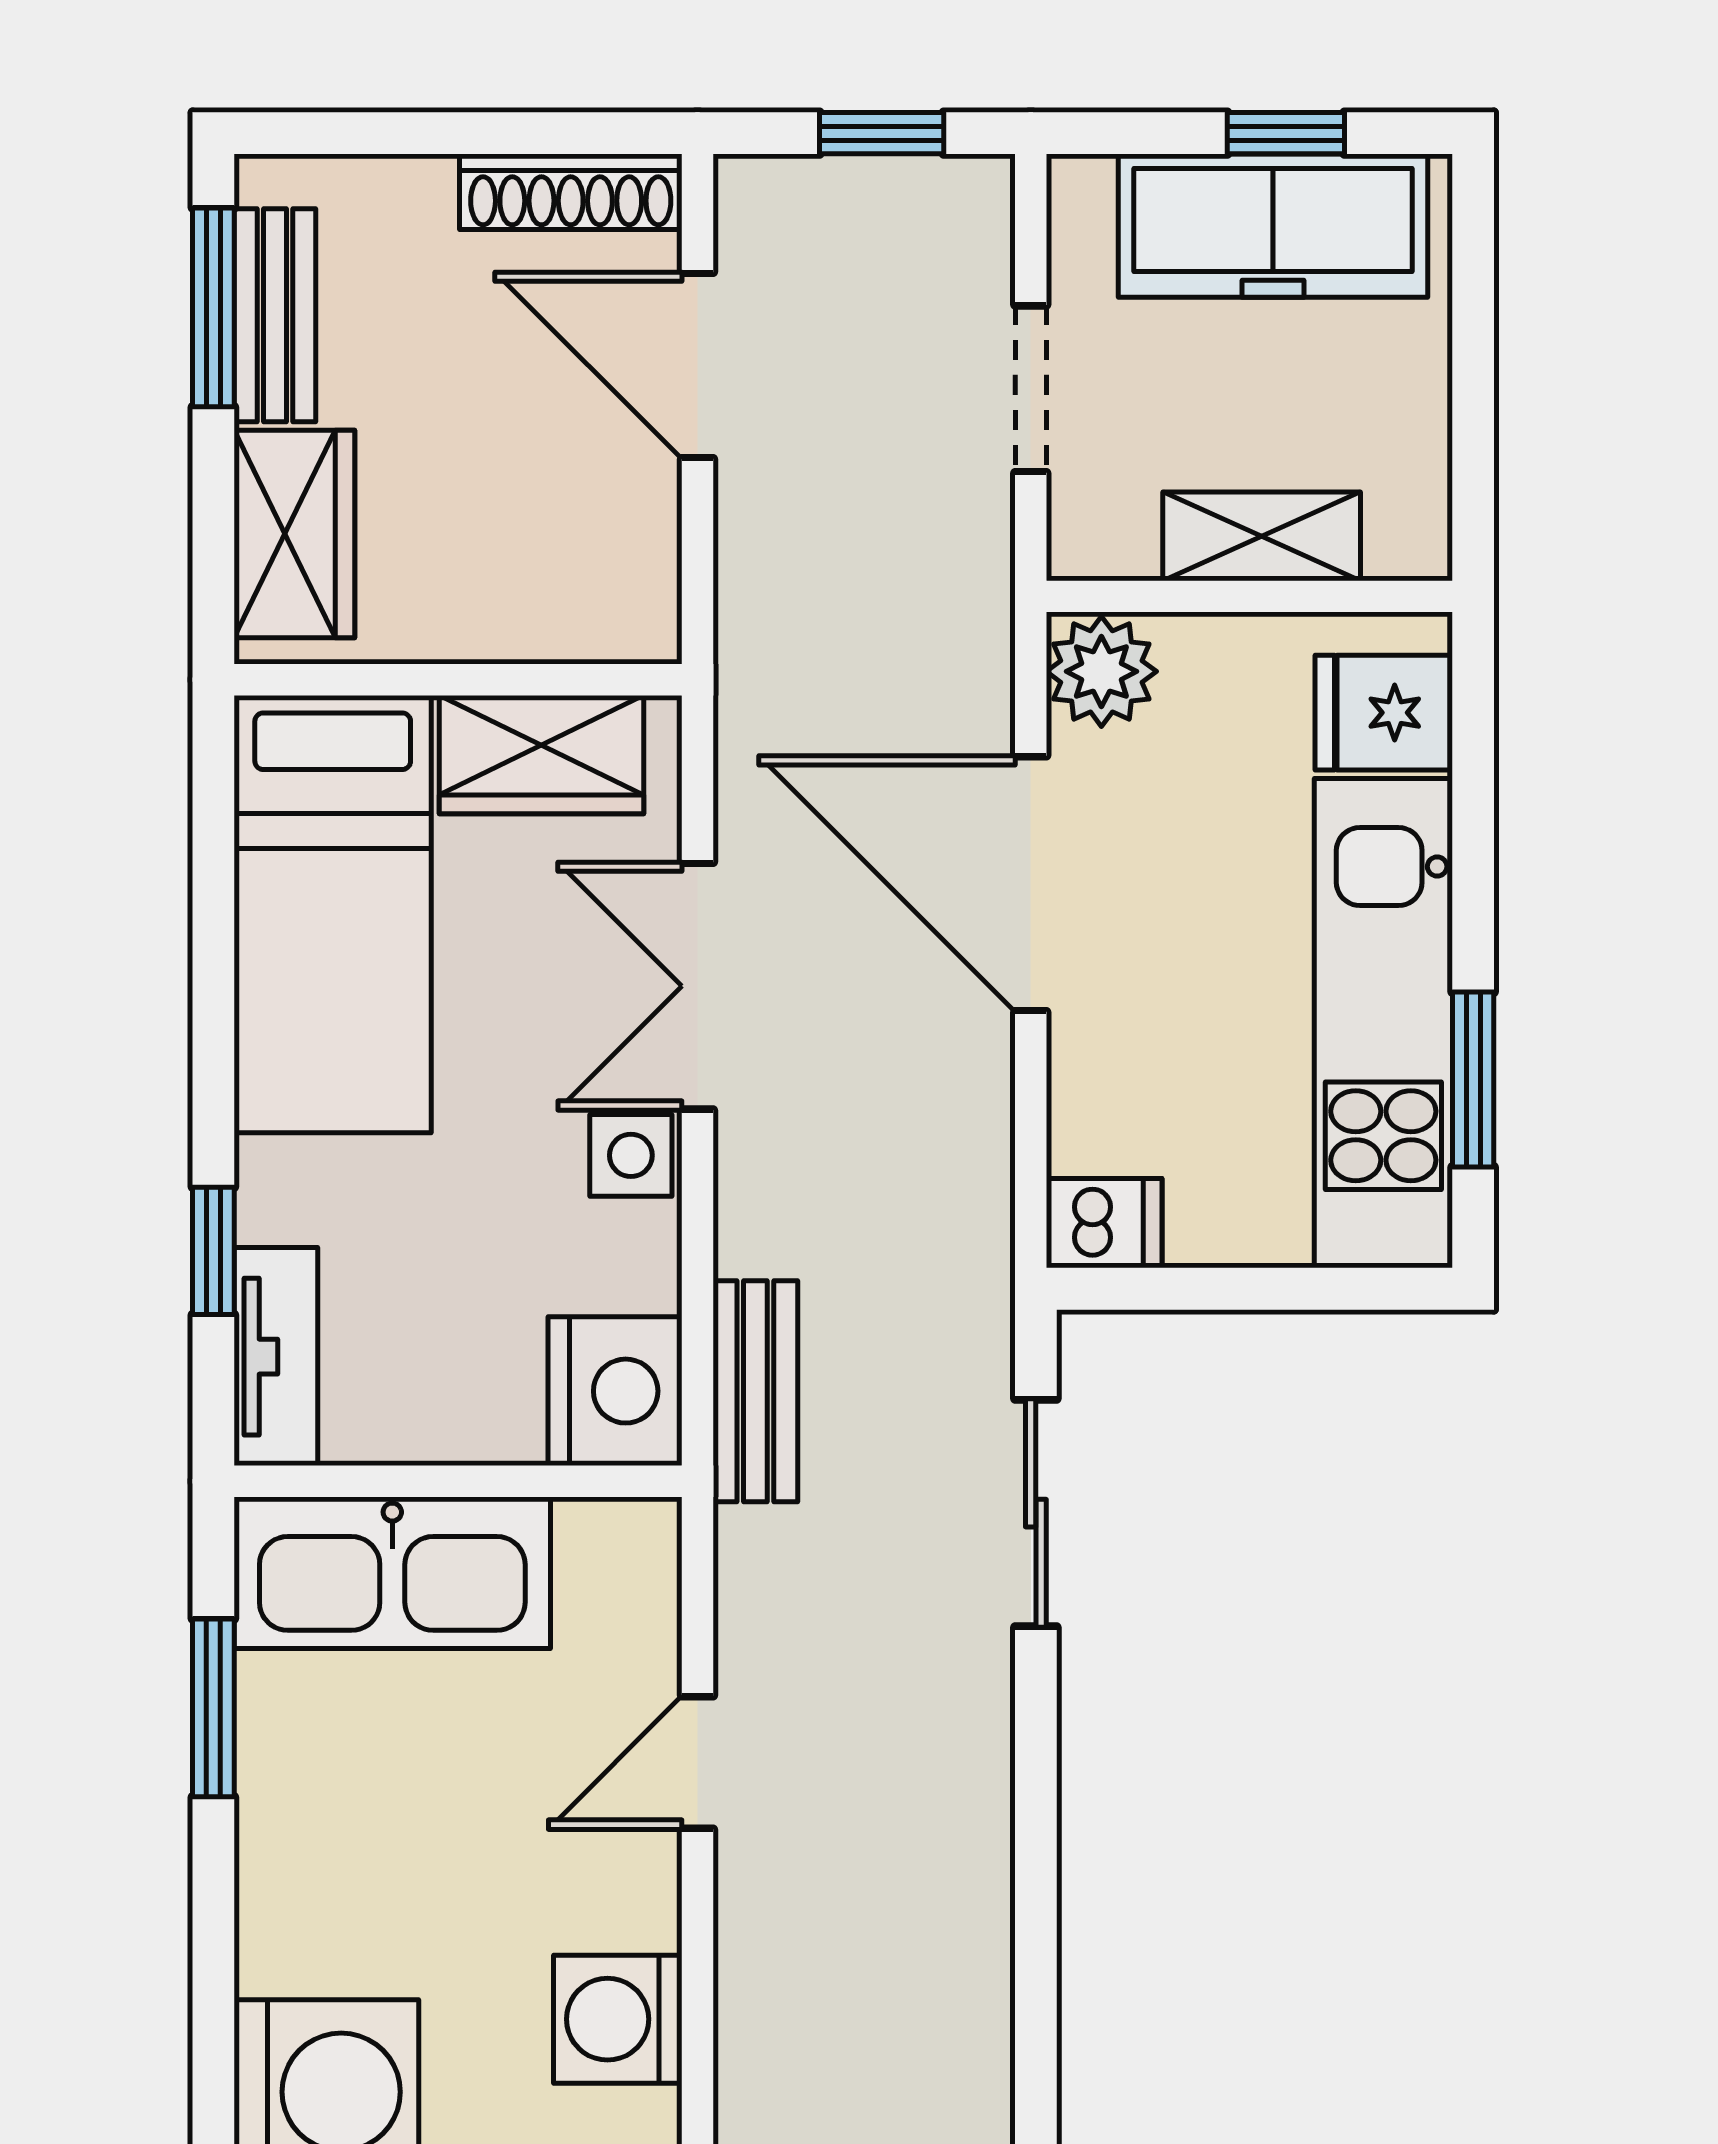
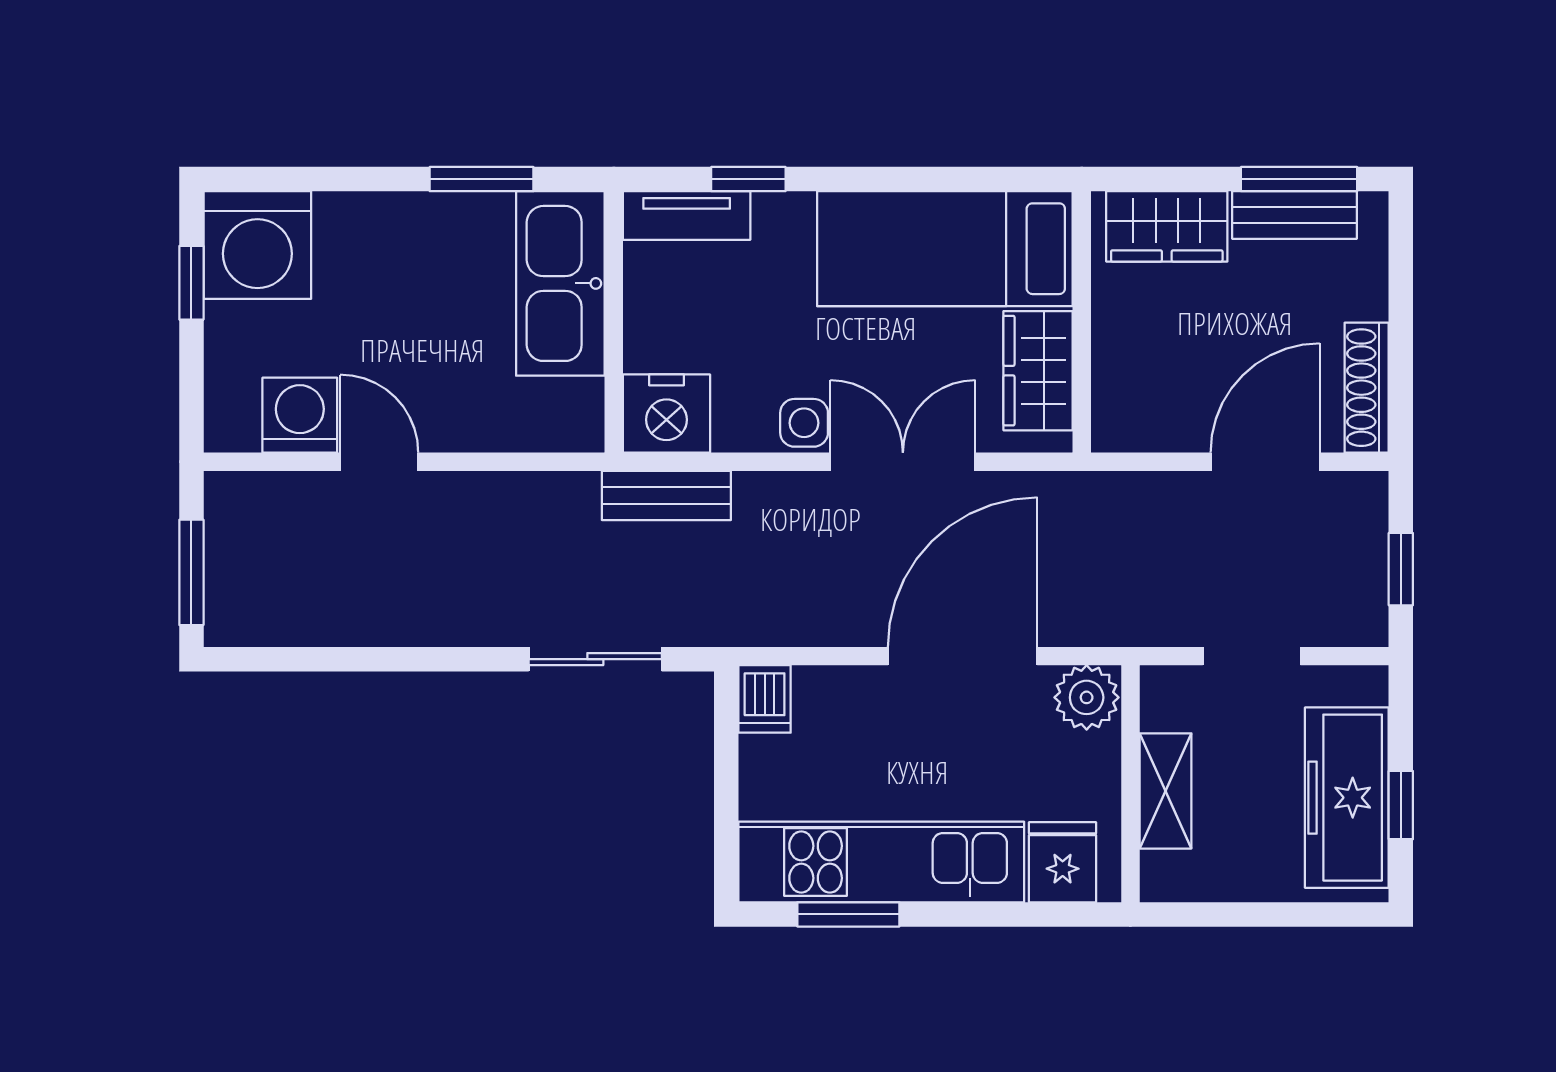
door: (698, 1763) -> (379, 462), moved

